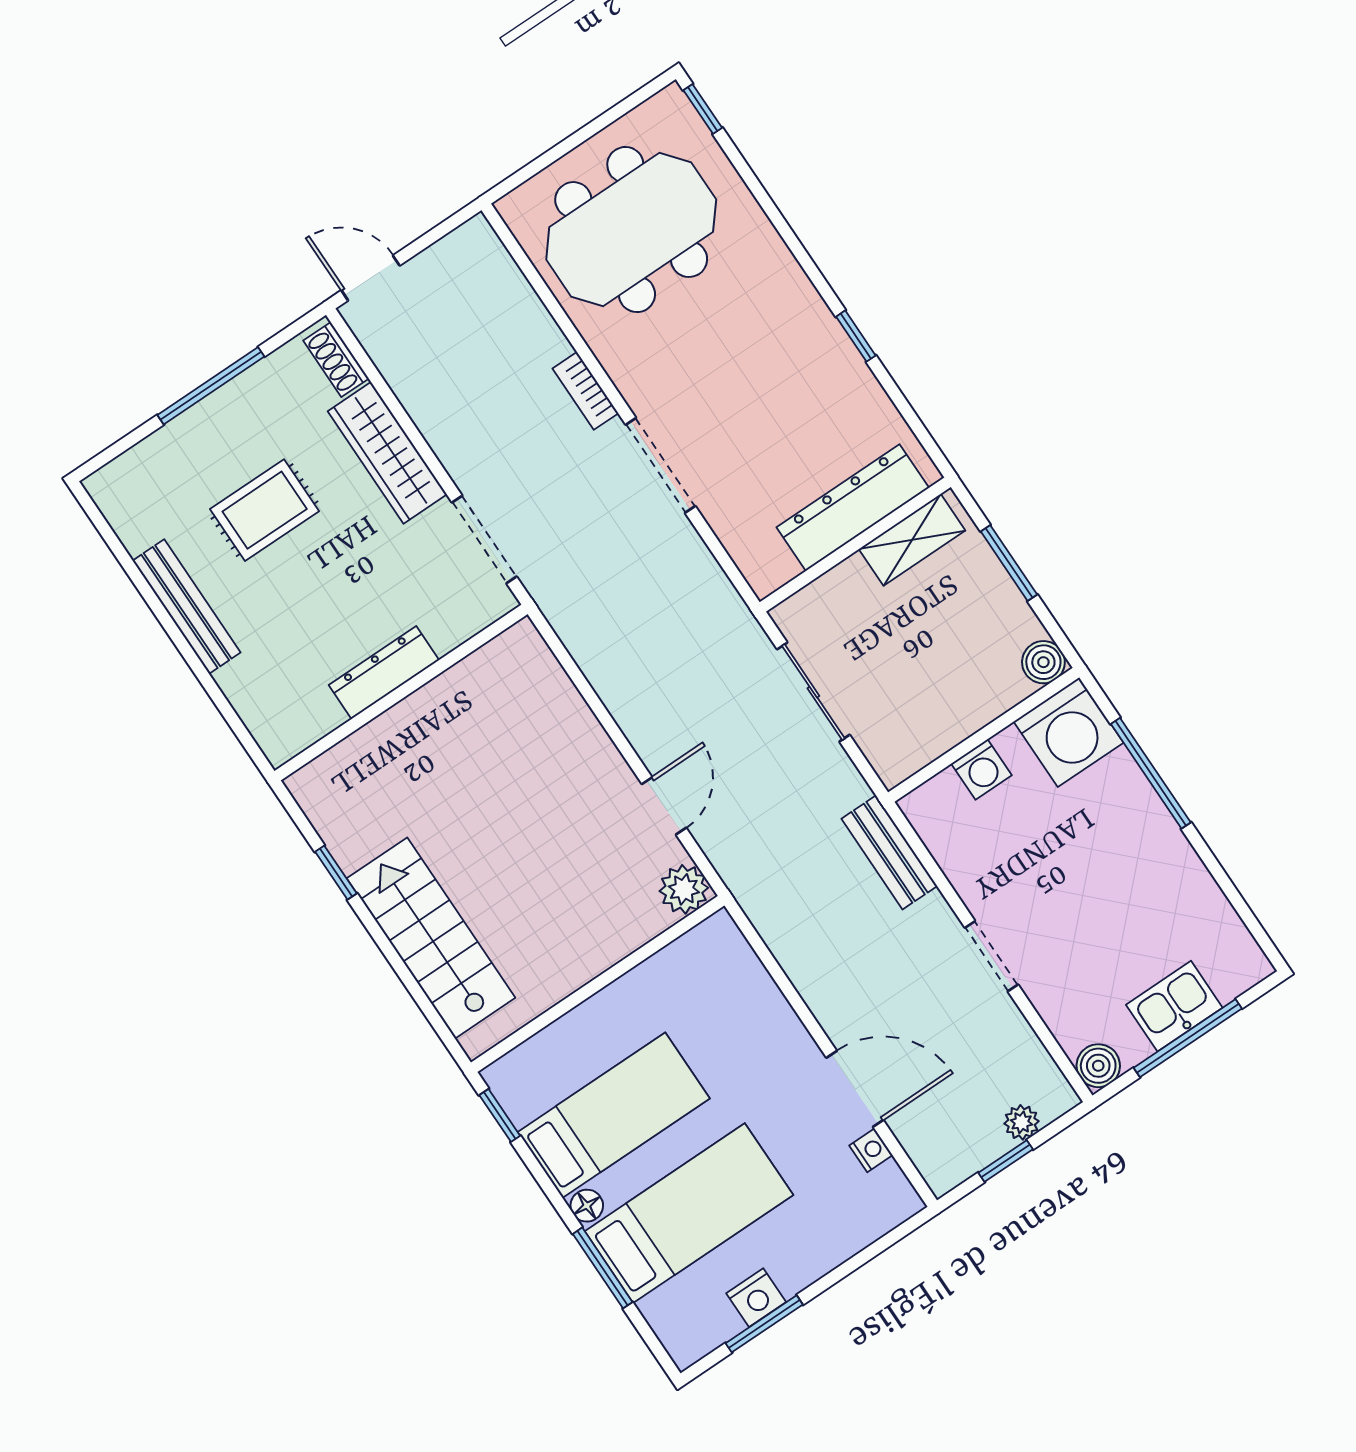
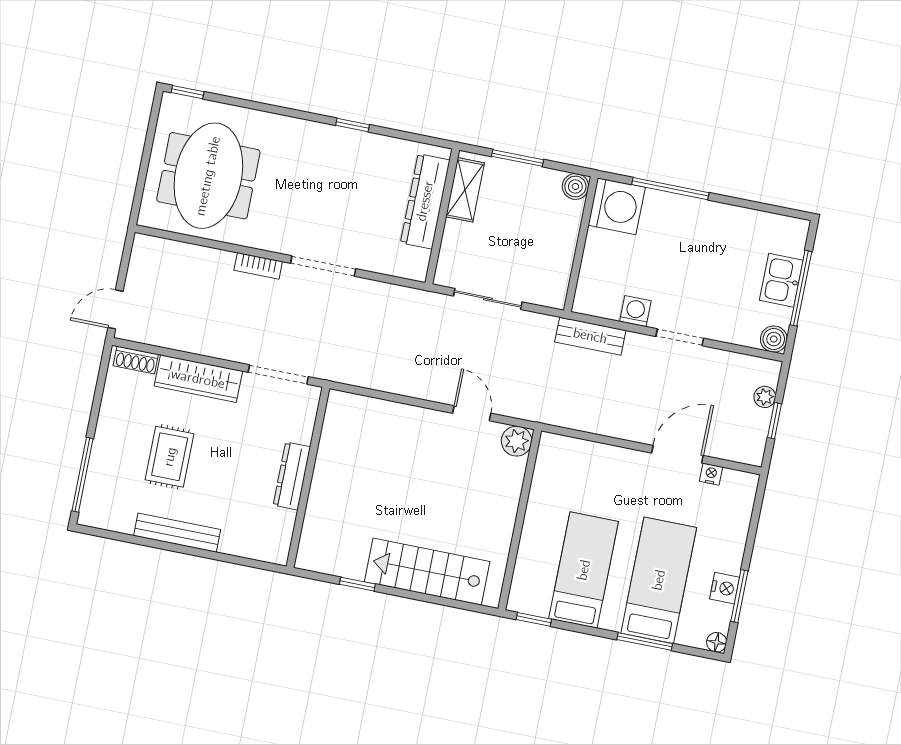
window: (211, 386) -> (82, 475), moved
washing machine: (982, 769) -> (635, 311), moved, turned -90
floor lamp: (587, 1206) -> (717, 642), moved

